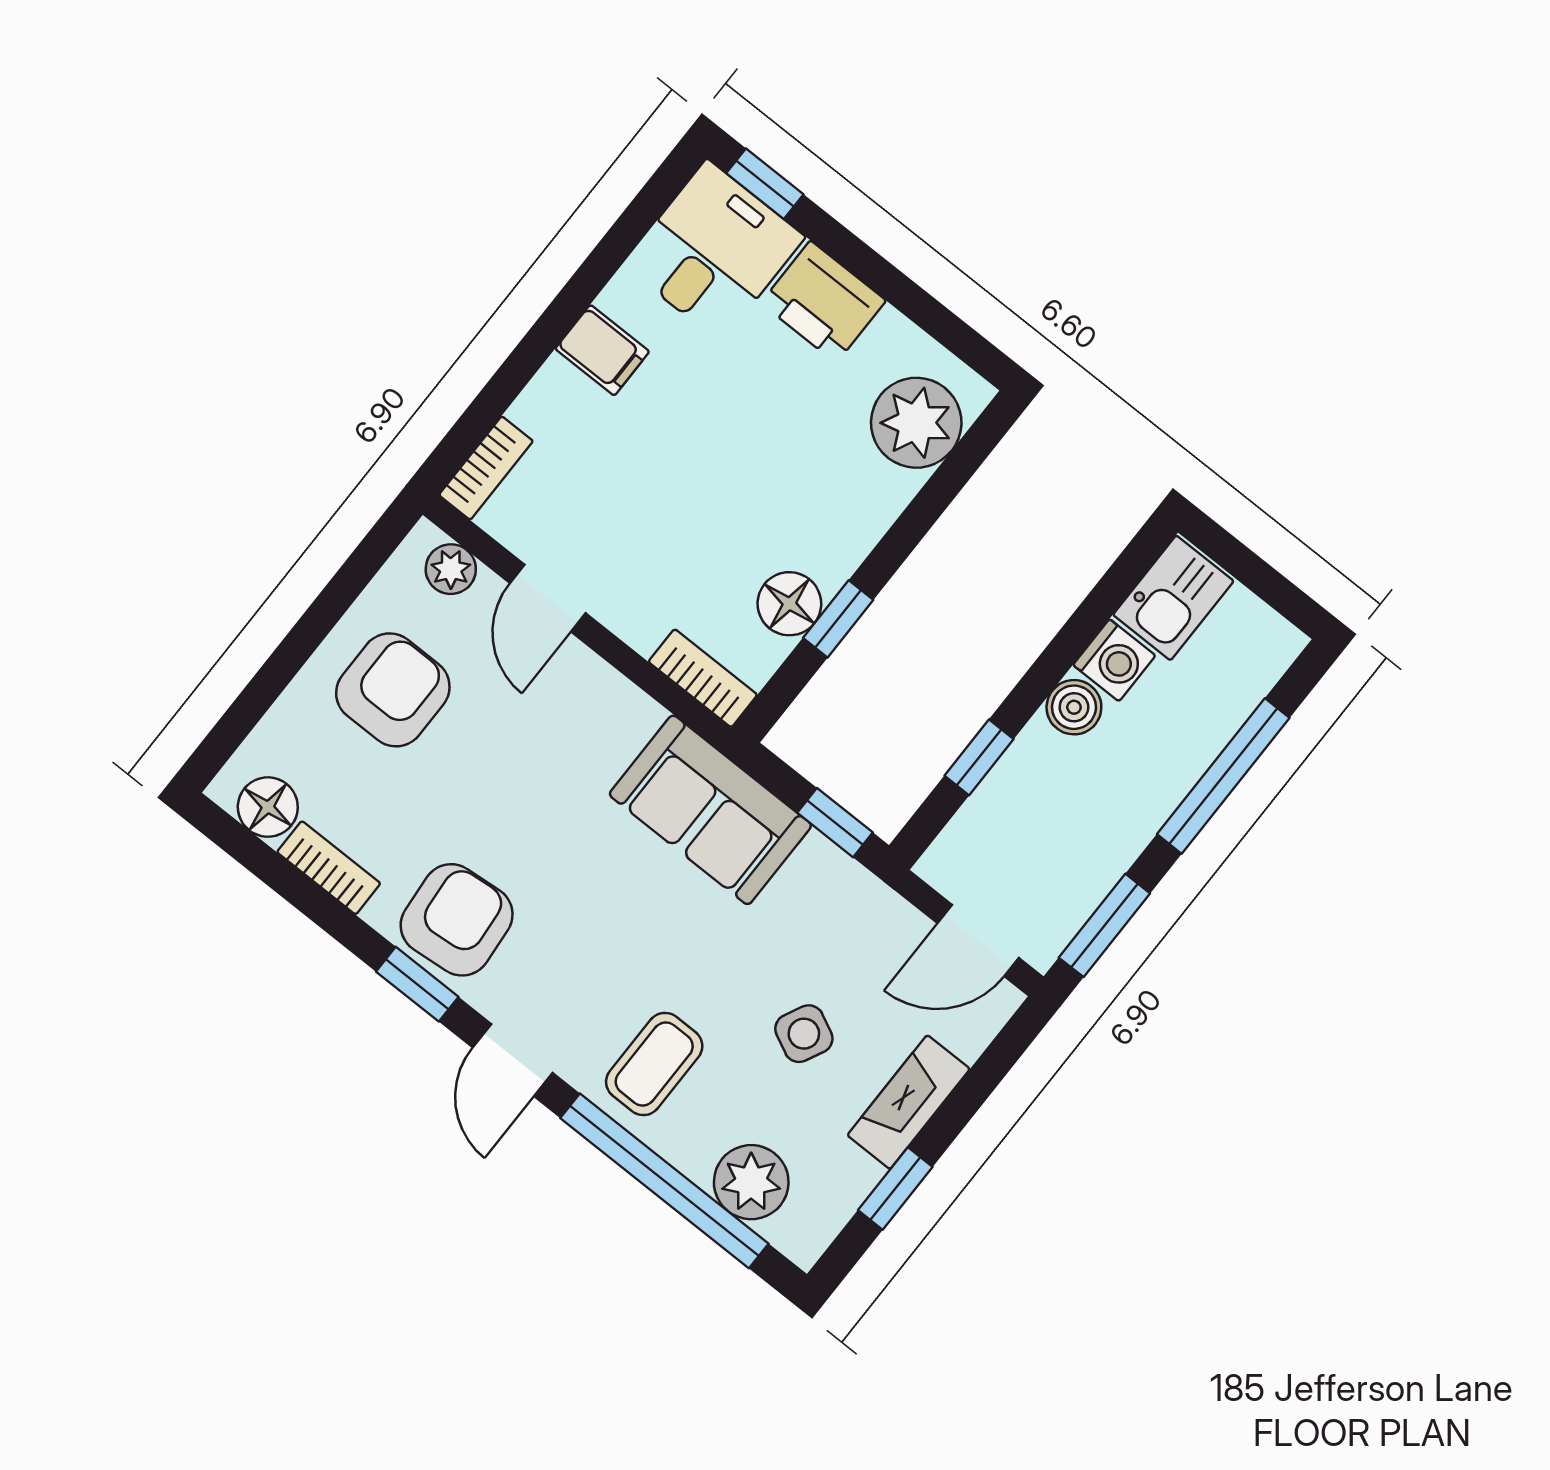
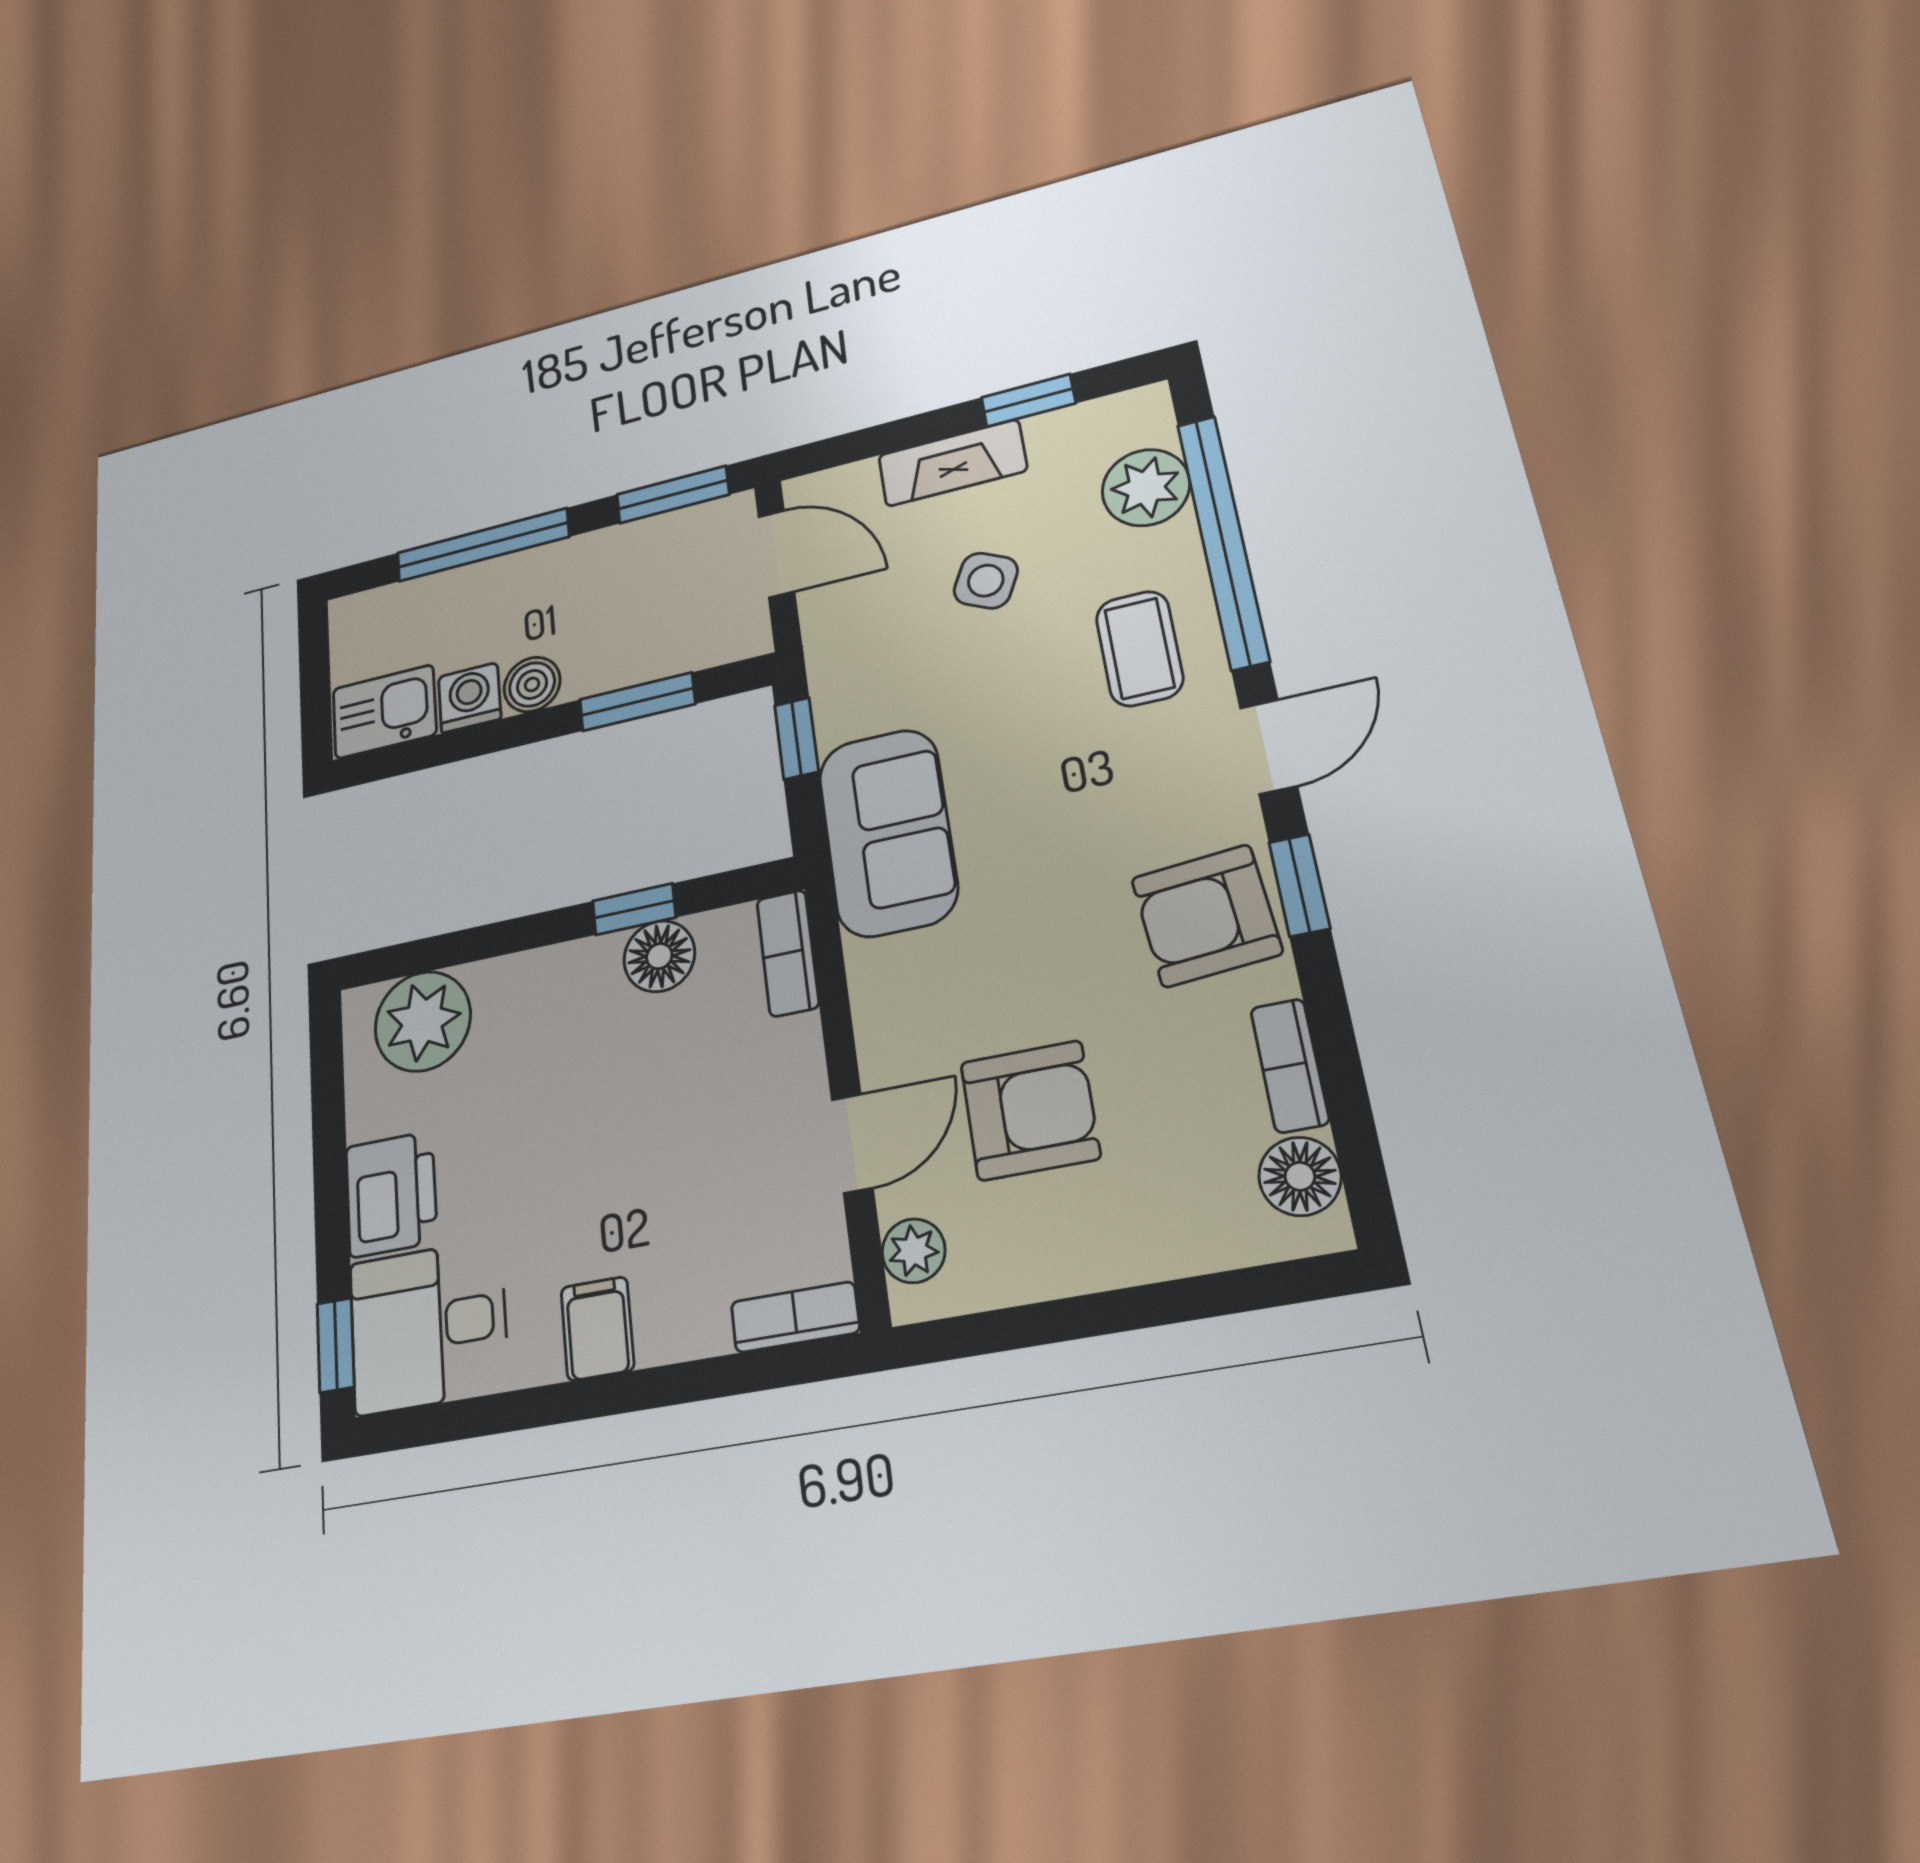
armchair: (393, 690) -> (1030, 1110), moved, turned 180
window: (979, 757) -> (637, 702), width x1.50
coffee table: (654, 1064) -> (1139, 648), turned 90

